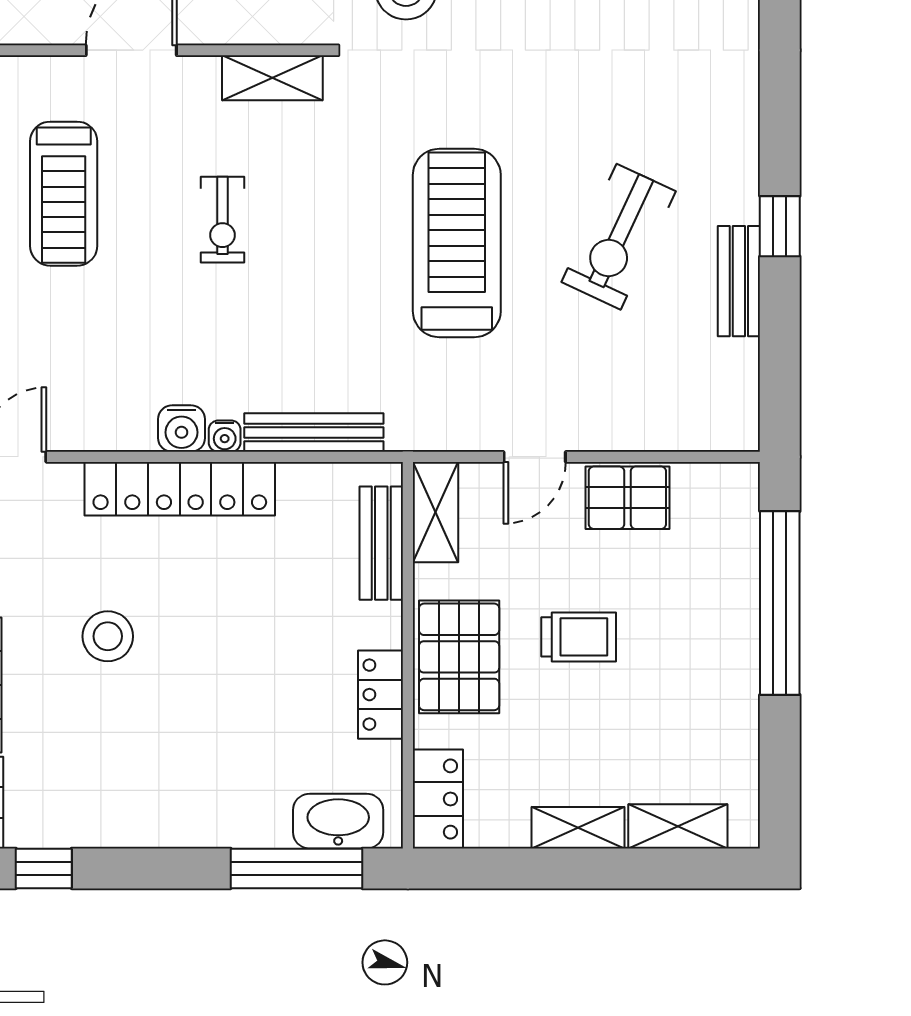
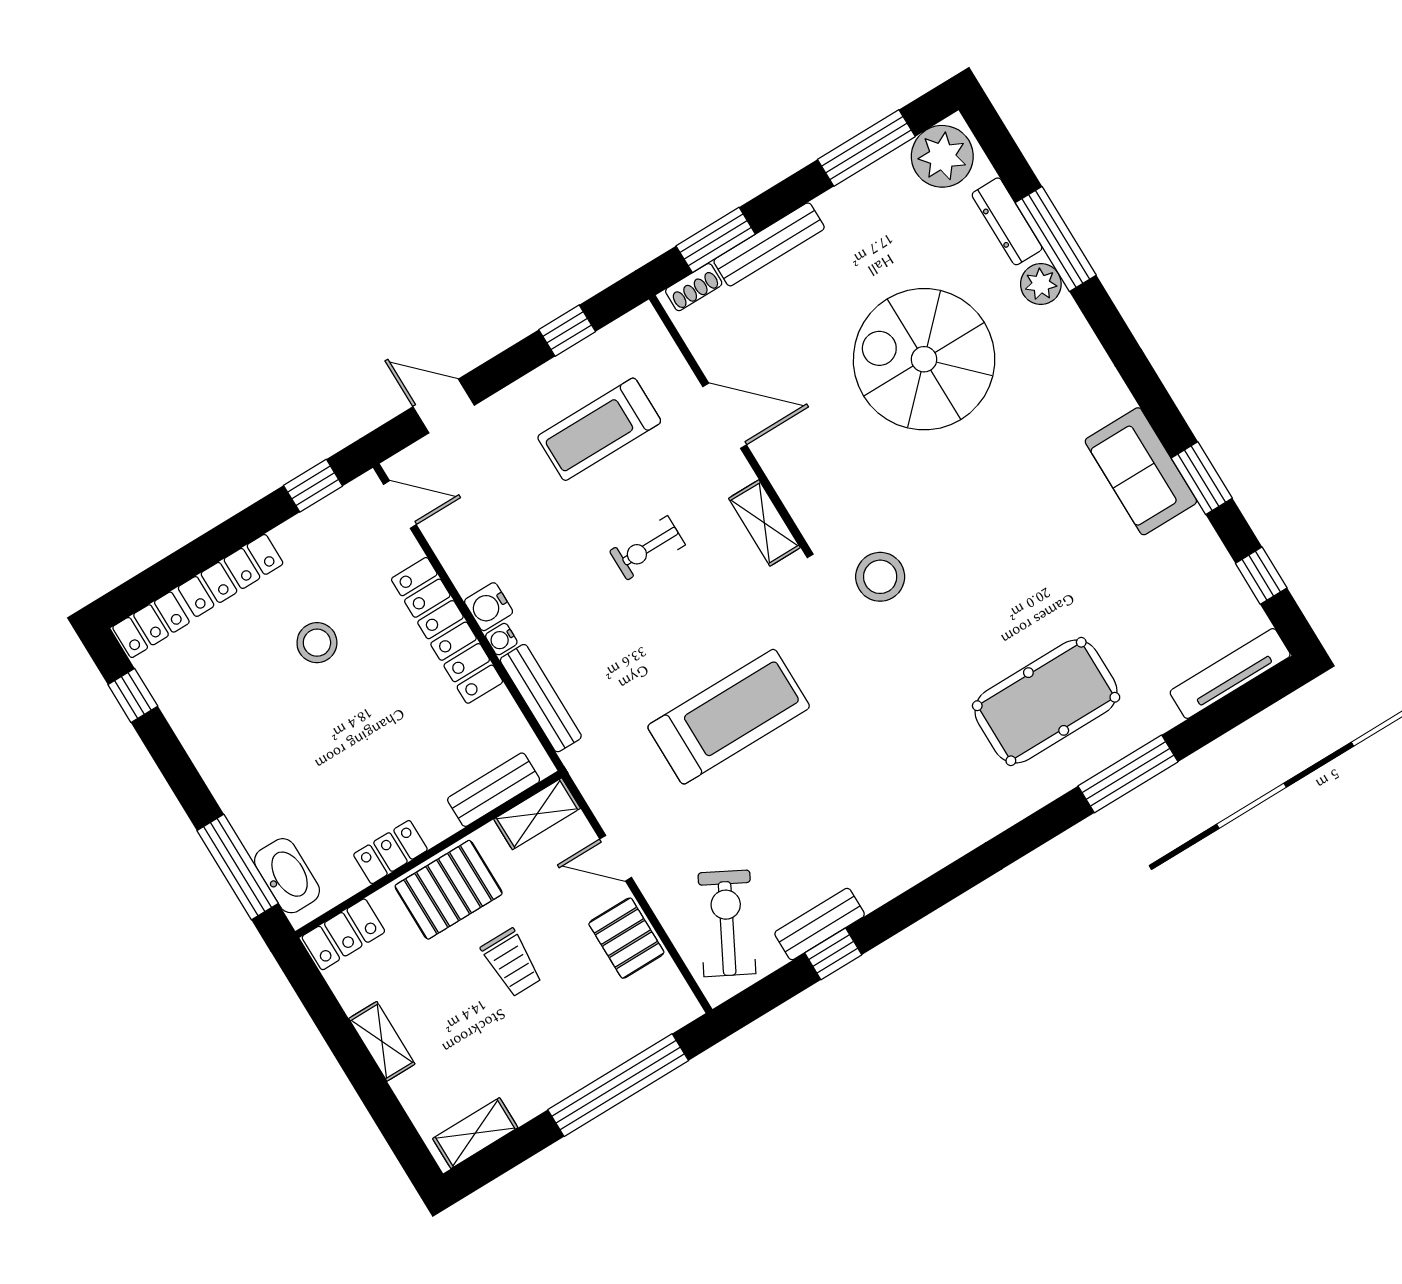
window: (780, 226) -> (833, 954), moved
exercise bike: (619, 237) -> (727, 923), moved, turned 93
shelving: (678, 826) -> (475, 1133), moved, turned 90

